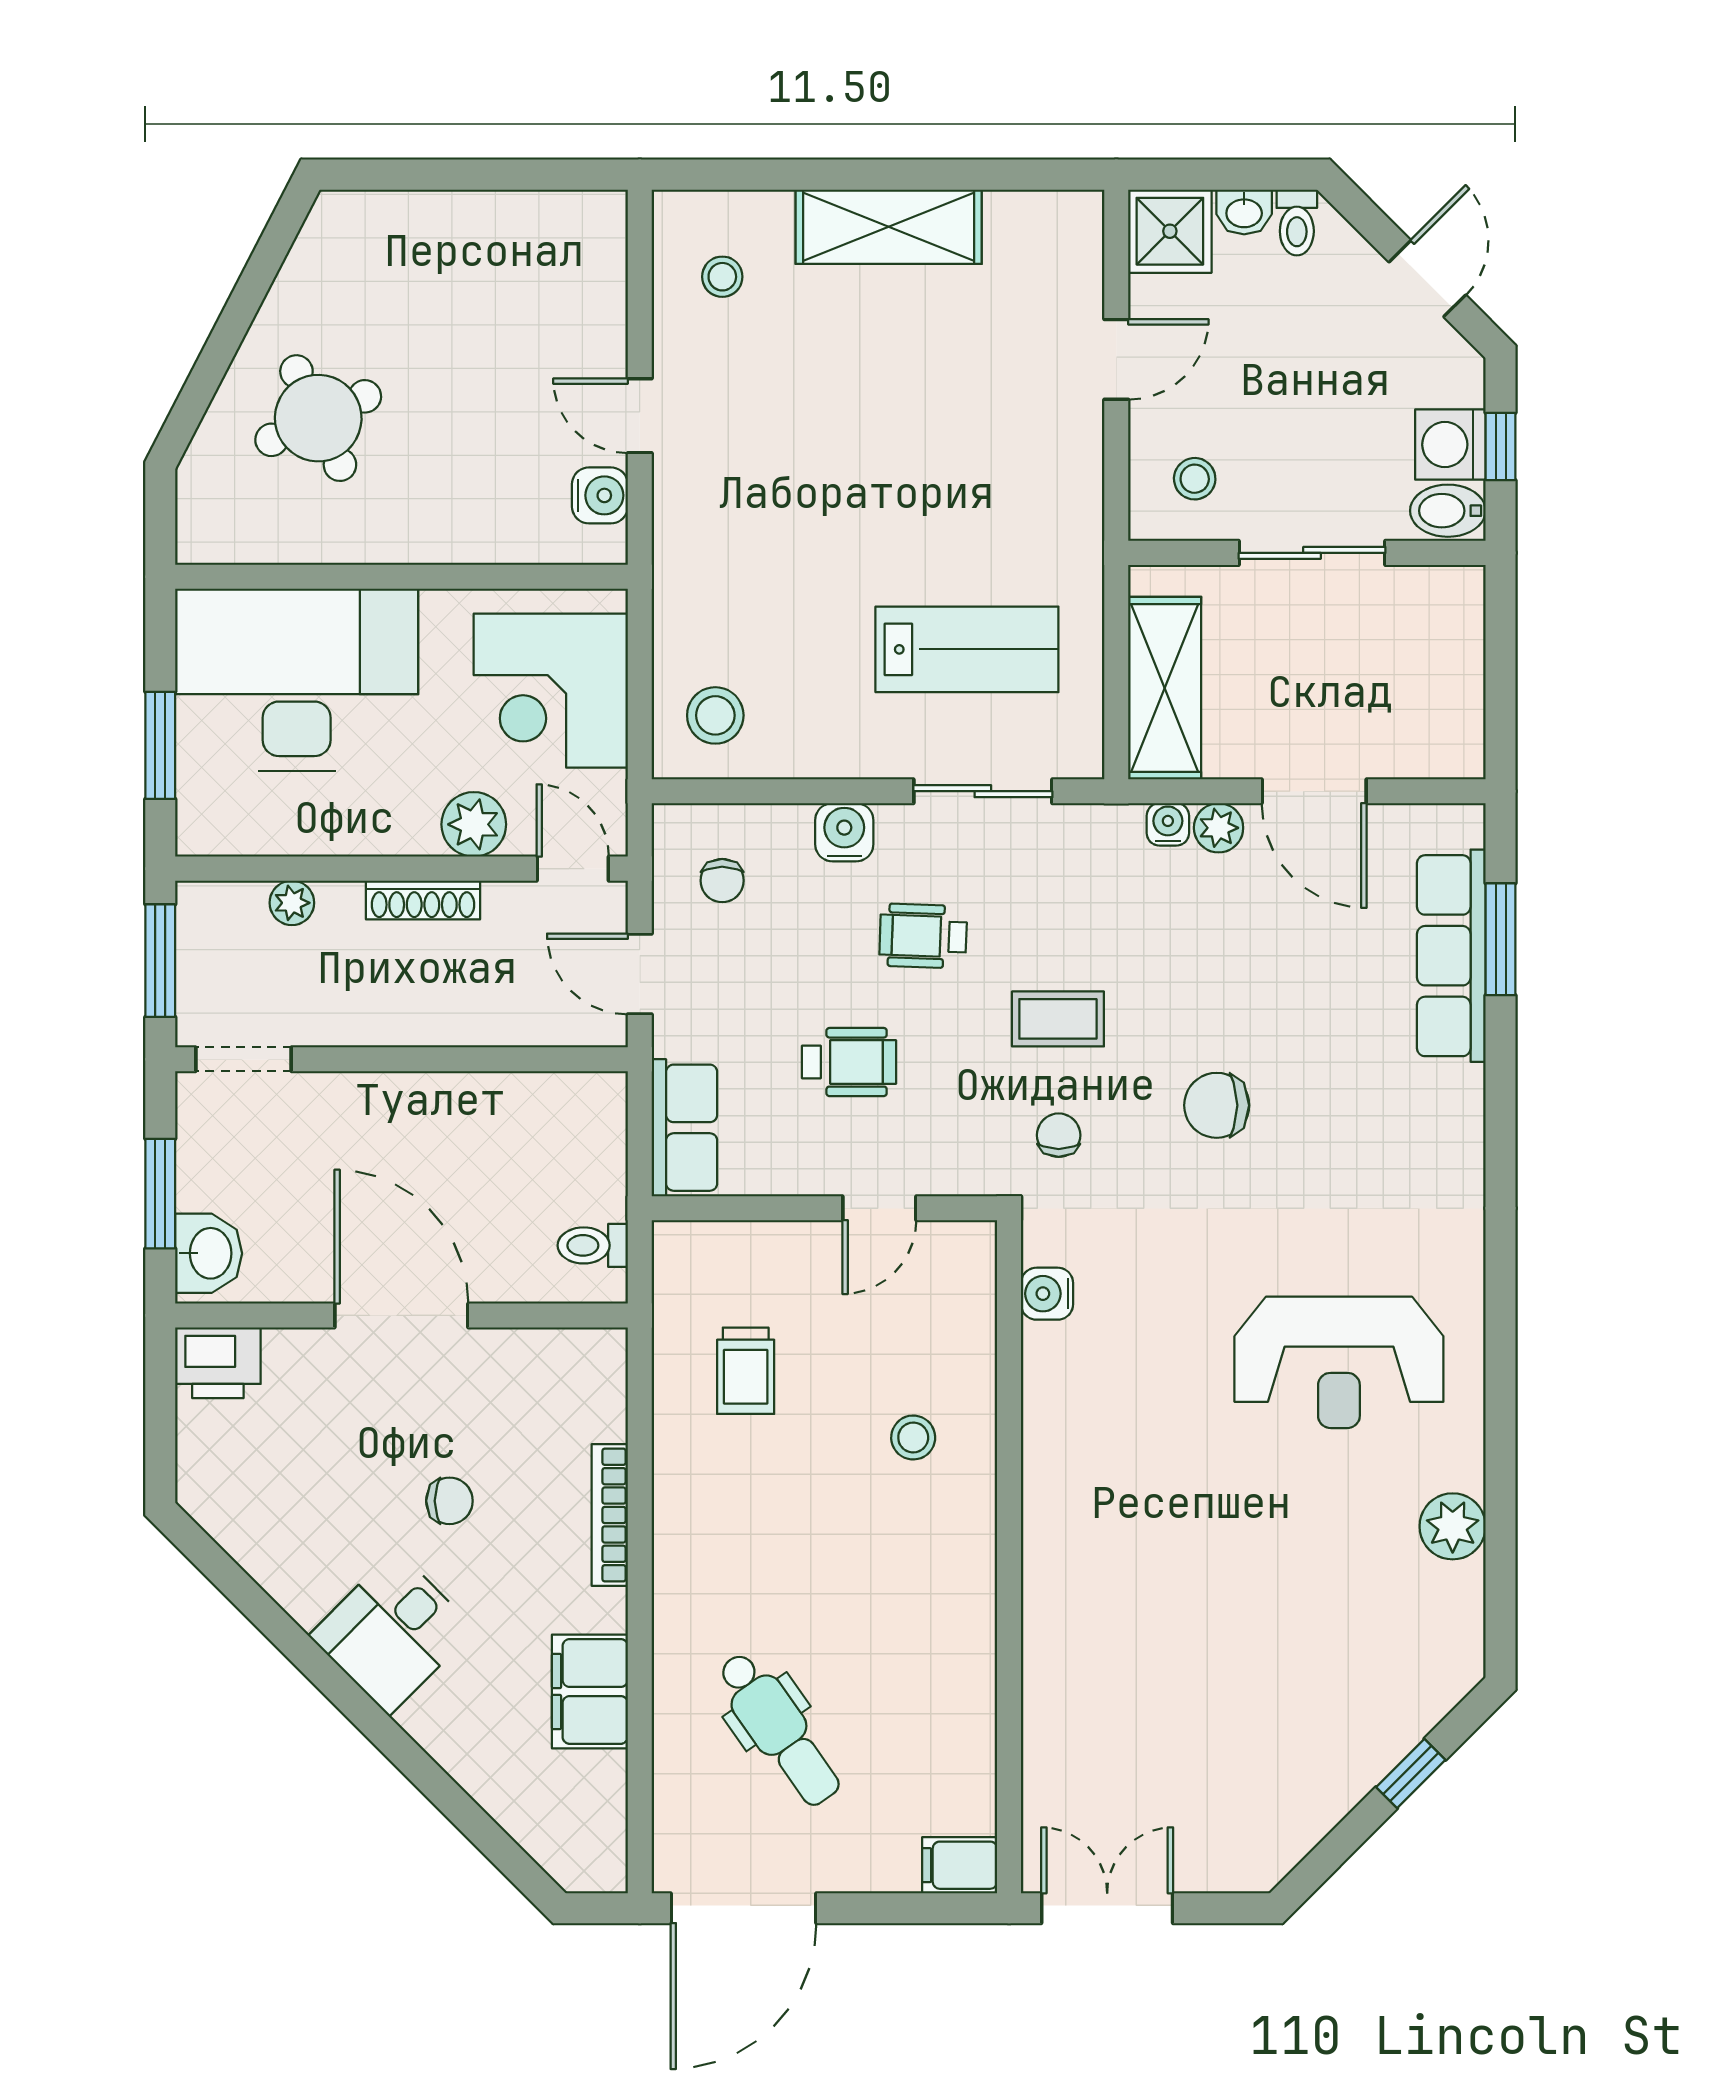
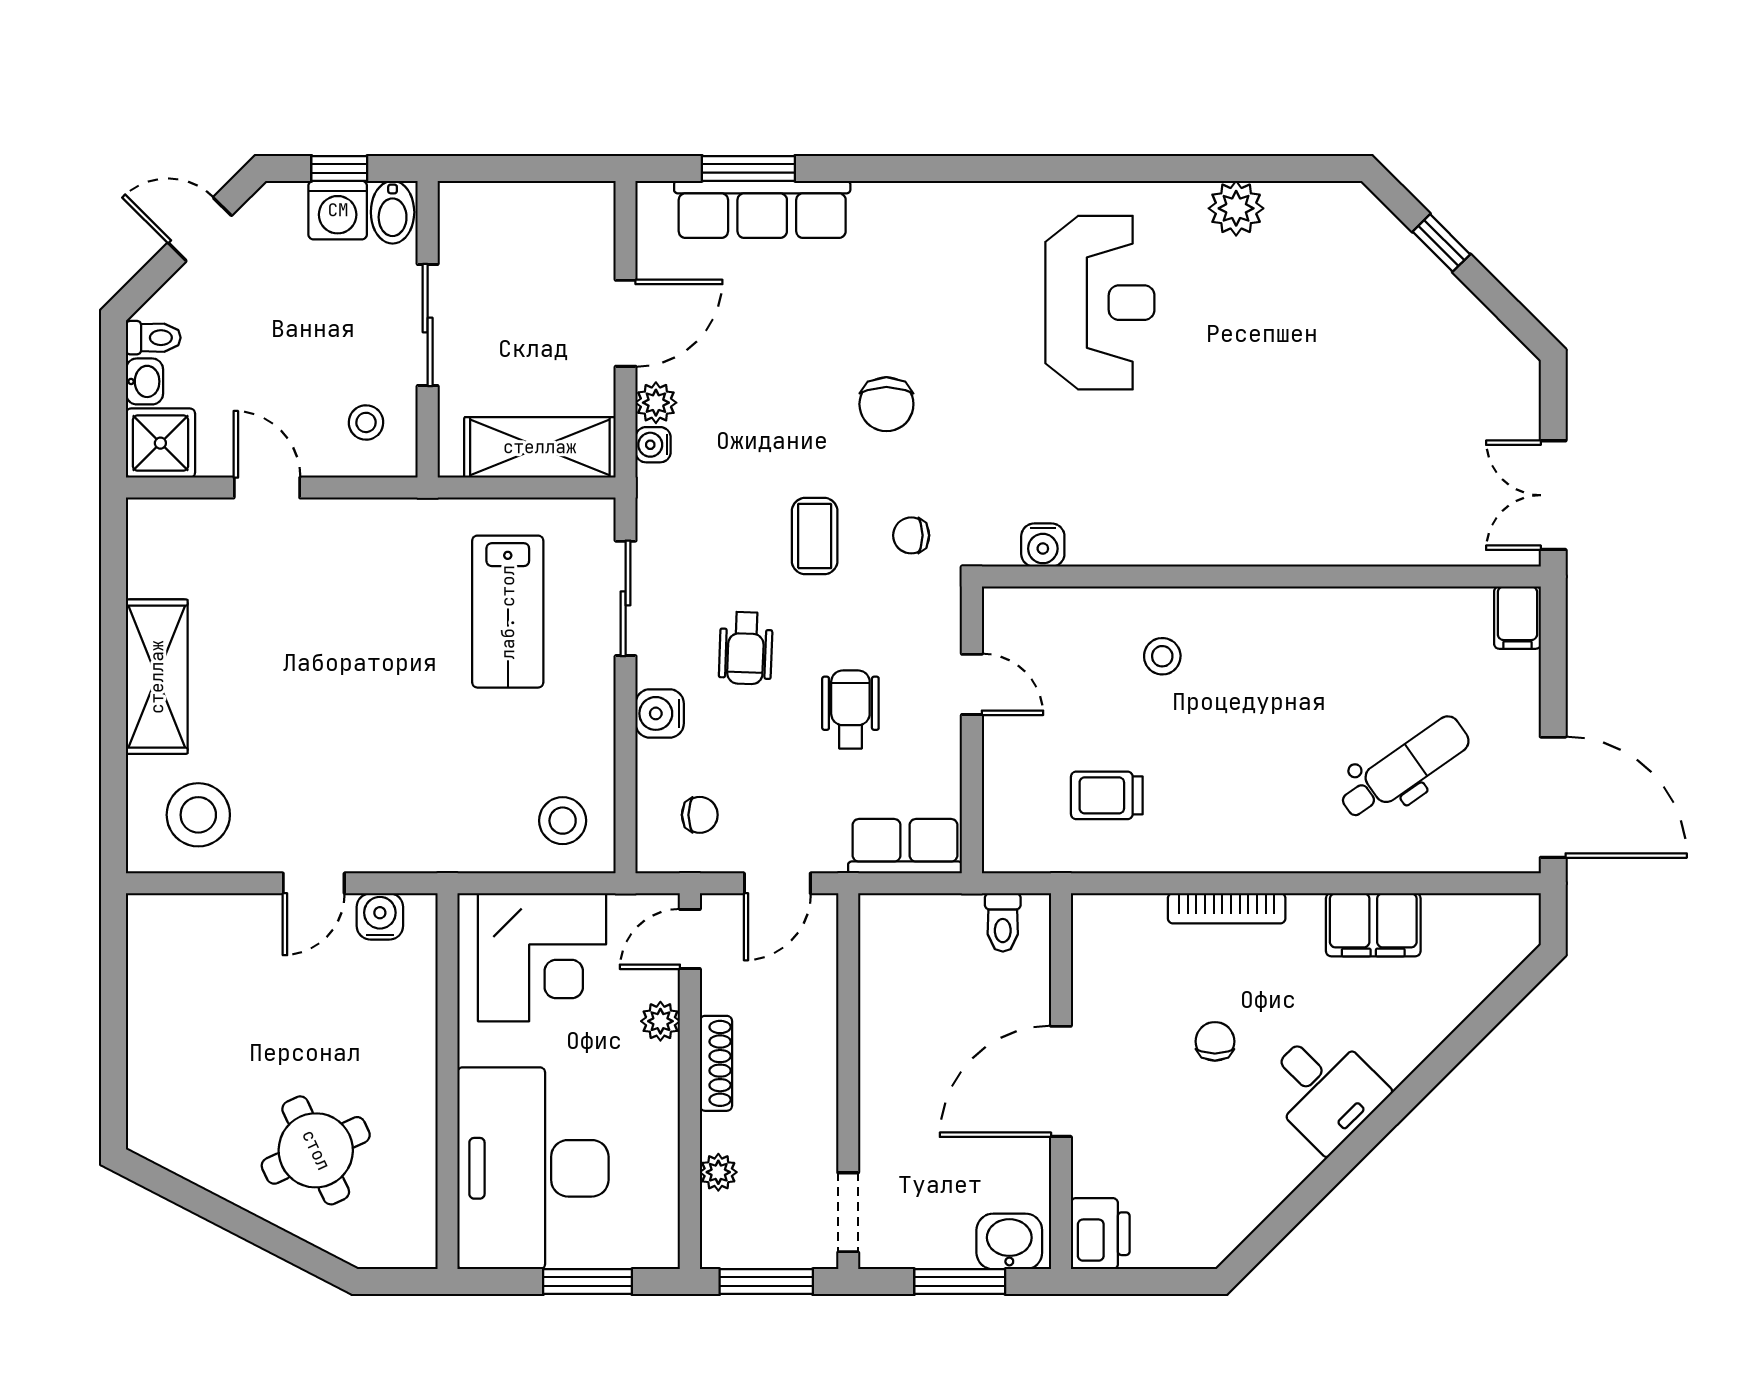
stool: (722, 277) -> (198, 815), width x1.89, depth x1.89
lab bench: (967, 649) -> (508, 612), turned 180
plant: (474, 824) -> (660, 1021), width x0.73, depth x0.73
trolley: (746, 1371) -> (1107, 795), turned 180

